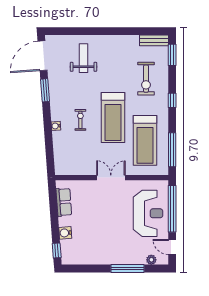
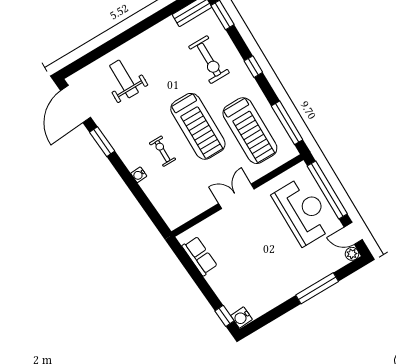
water cooler: (65, 233) -> (241, 317), moved
plant: (151, 260) -> (352, 254), moved

